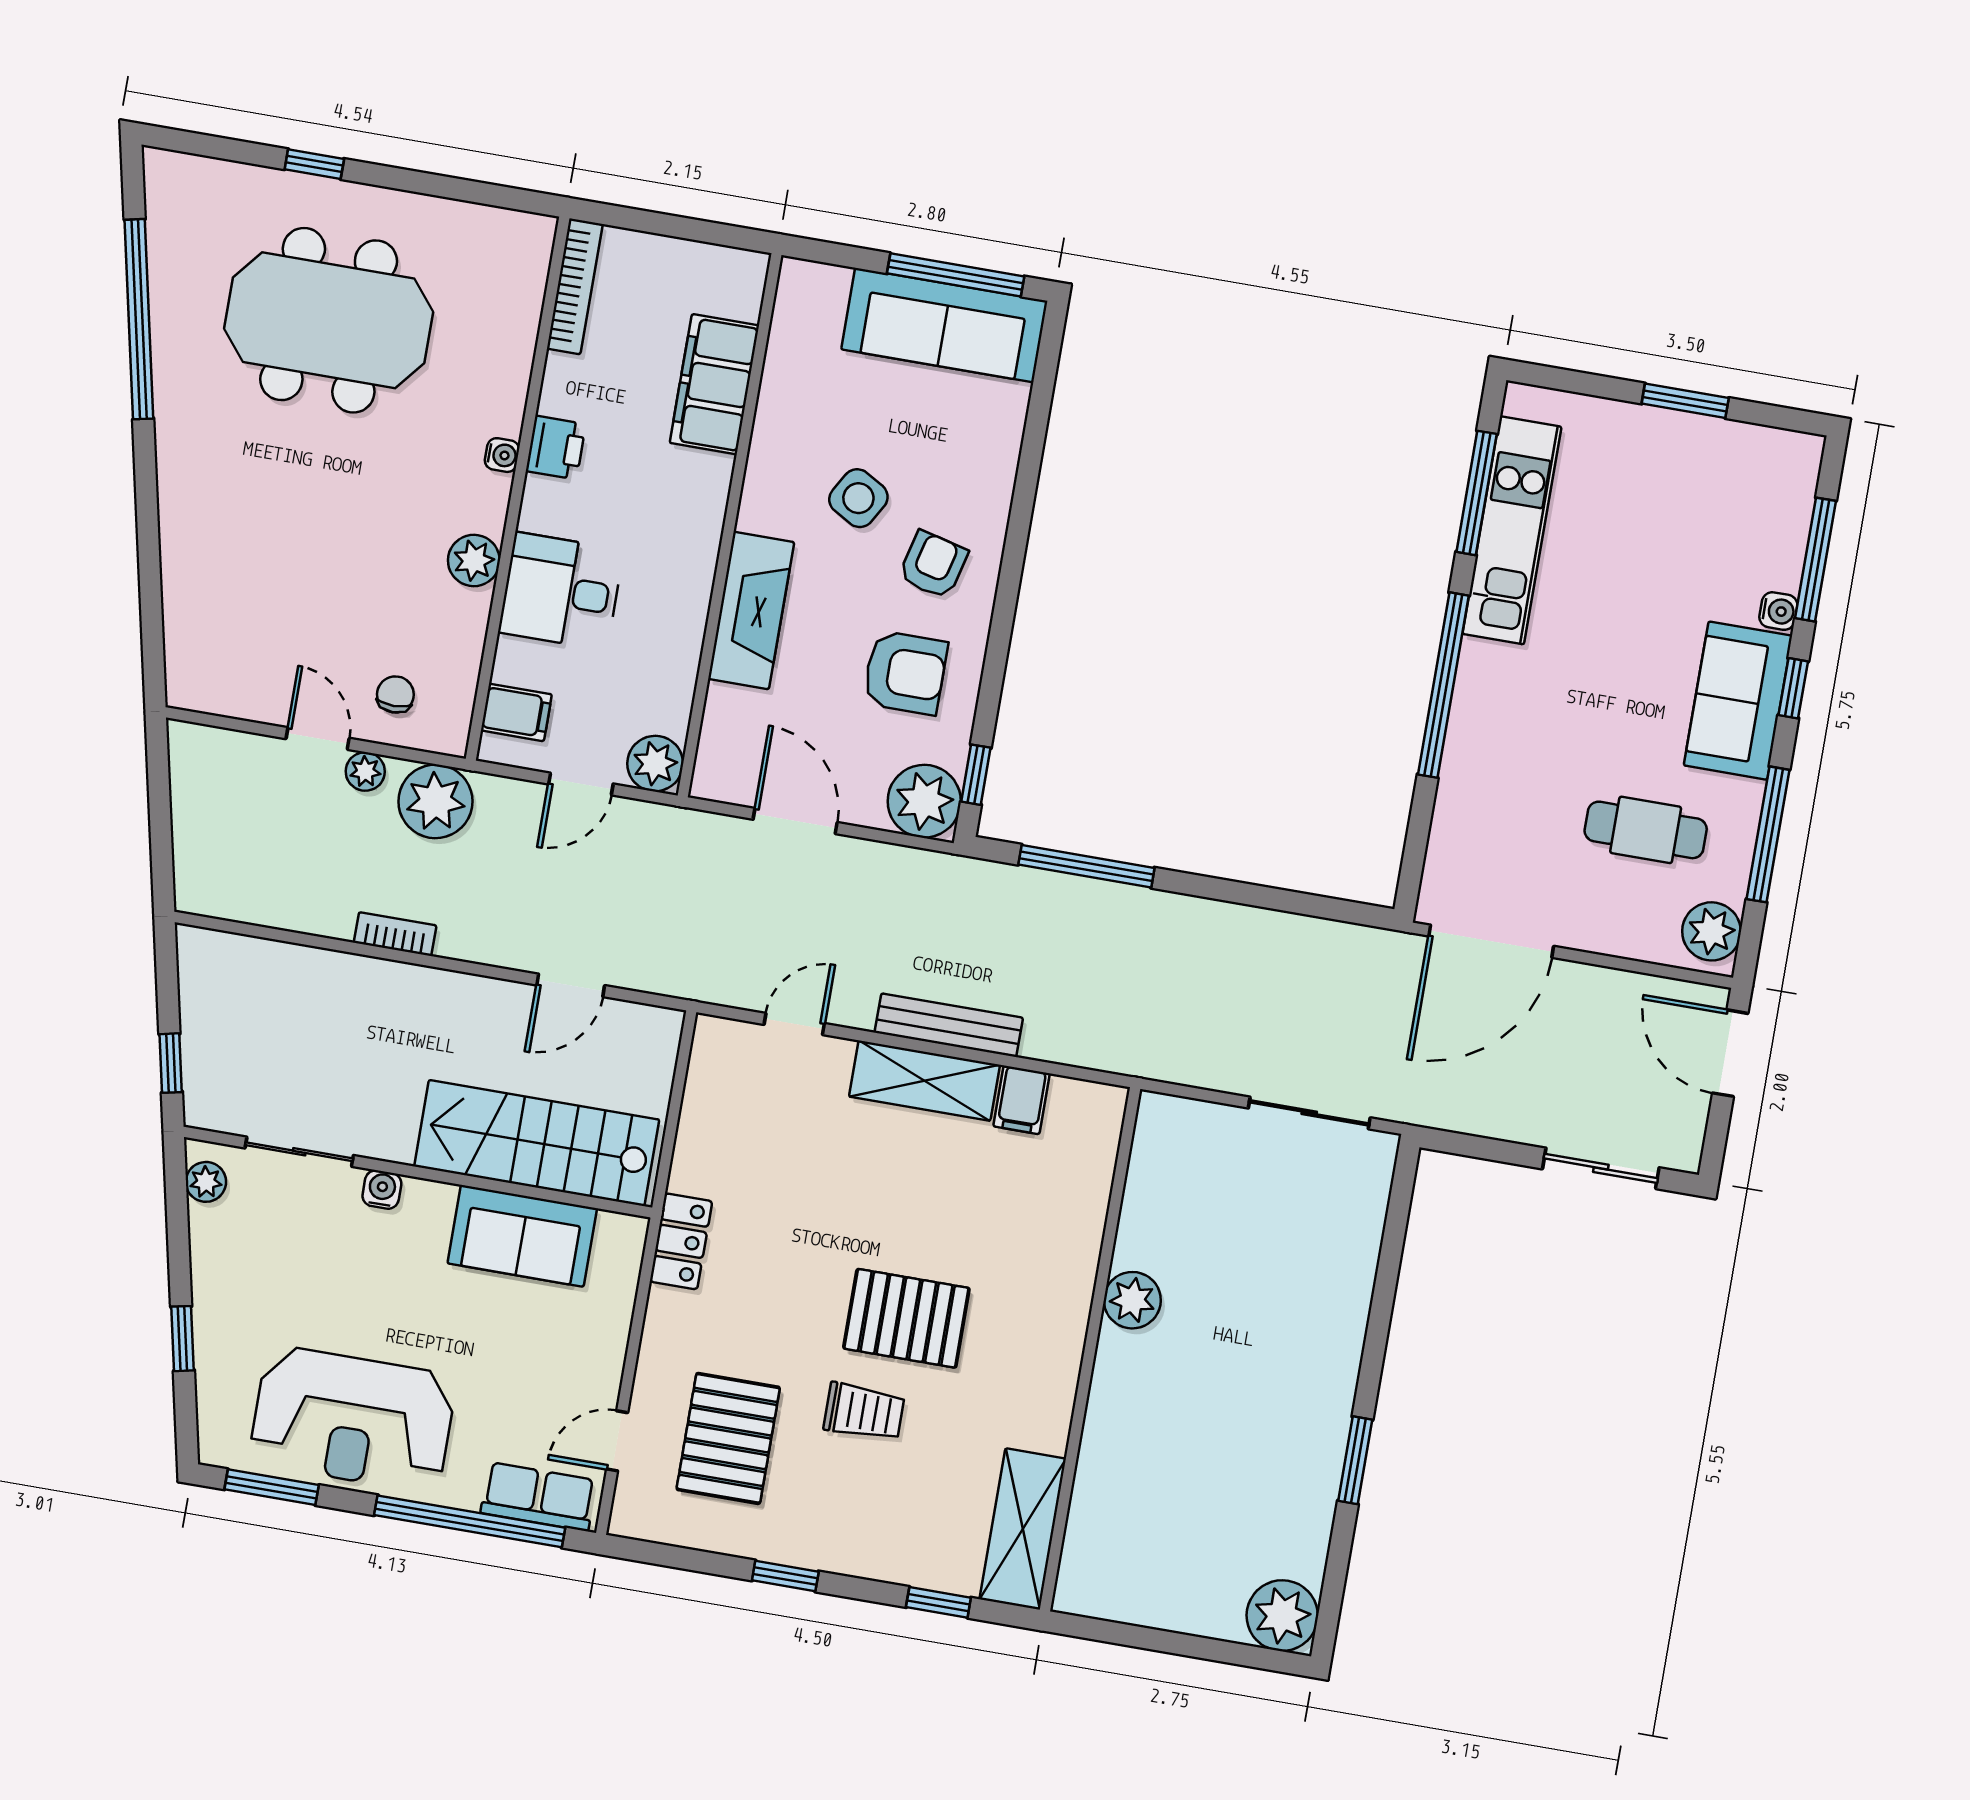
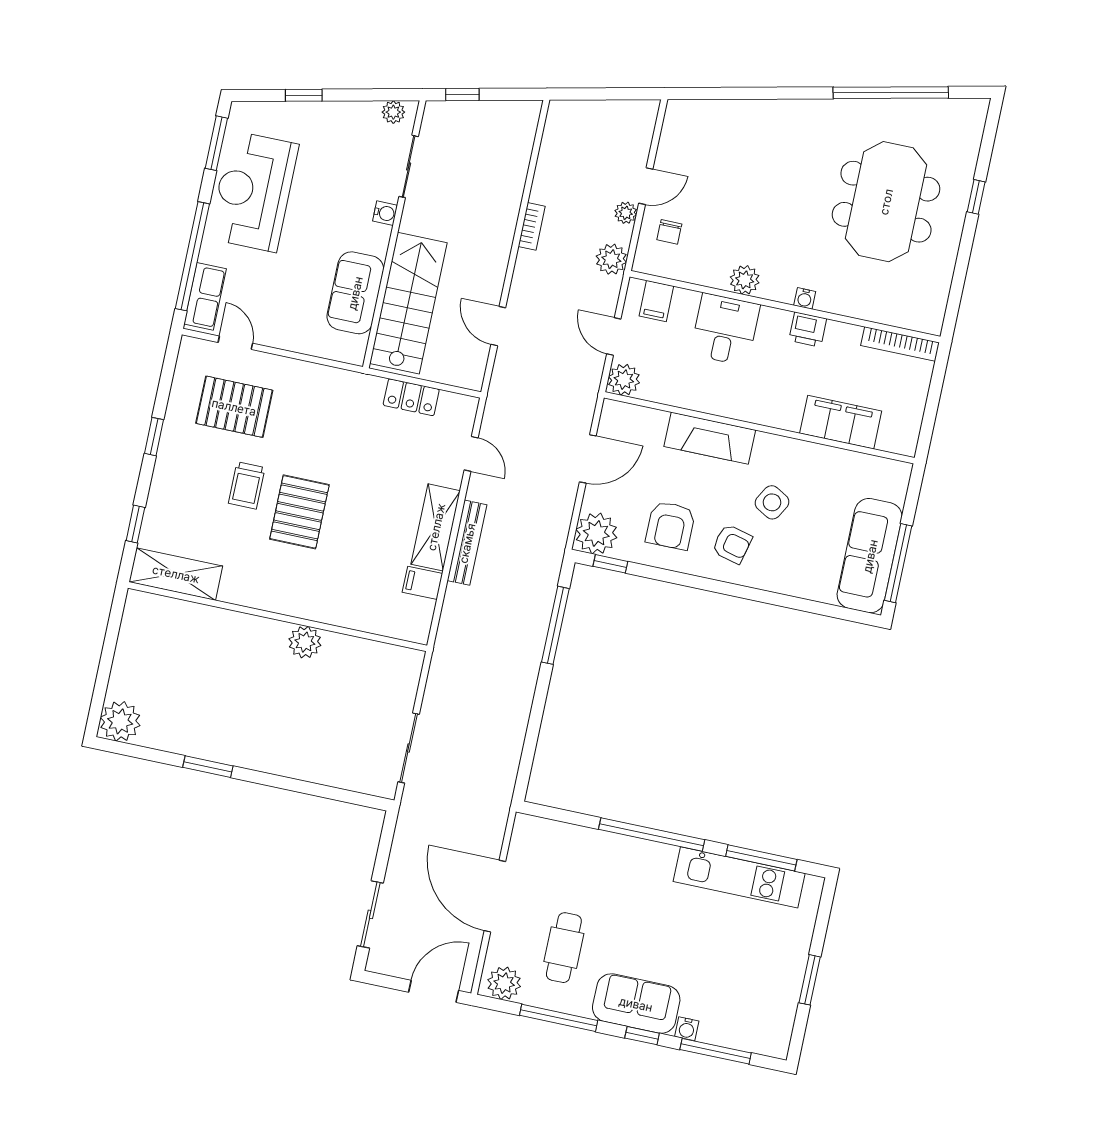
chair: (395, 694) -> (669, 232), turned 90
plant: (435, 801) -> (611, 259), width x0.73, depth x0.73
door: (1491, 941) -> (495, 896), moved
locker: (681, 1241) -> (411, 397), moved

